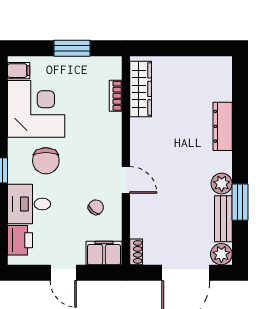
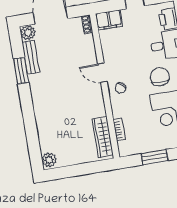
dresser: (223, 126) -> (42, 121), removed
plant: (222, 184) -> (49, 160), moved
chair: (96, 207) -> (121, 88), moved

